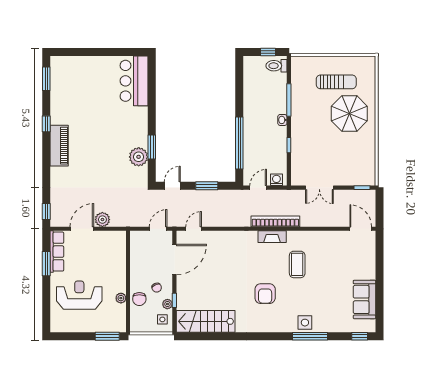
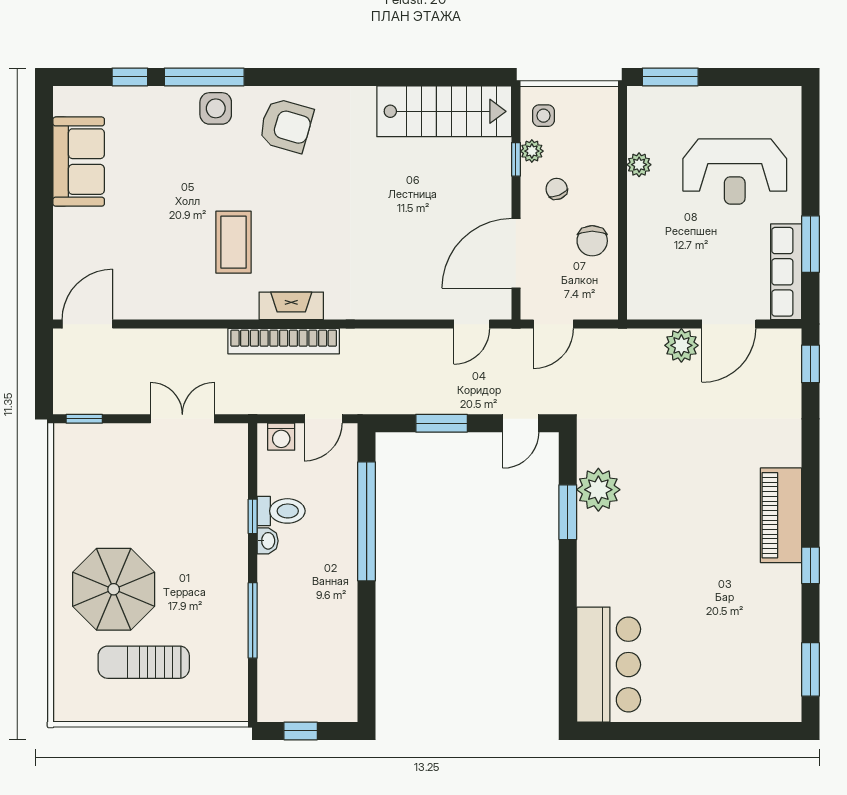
toilet: (276, 66) -> (281, 511), moved
washbasin: (282, 120) -> (268, 541), moved
door: (361, 229) -> (87, 324), swing flipped
armchair: (265, 294) -> (286, 125), moved, turned 106
chair: (139, 299) -> (592, 241), moved, turned 180
window: (360, 336) -> (130, 77), moved

